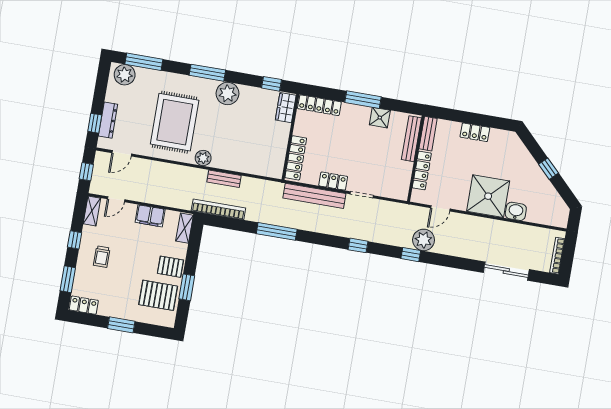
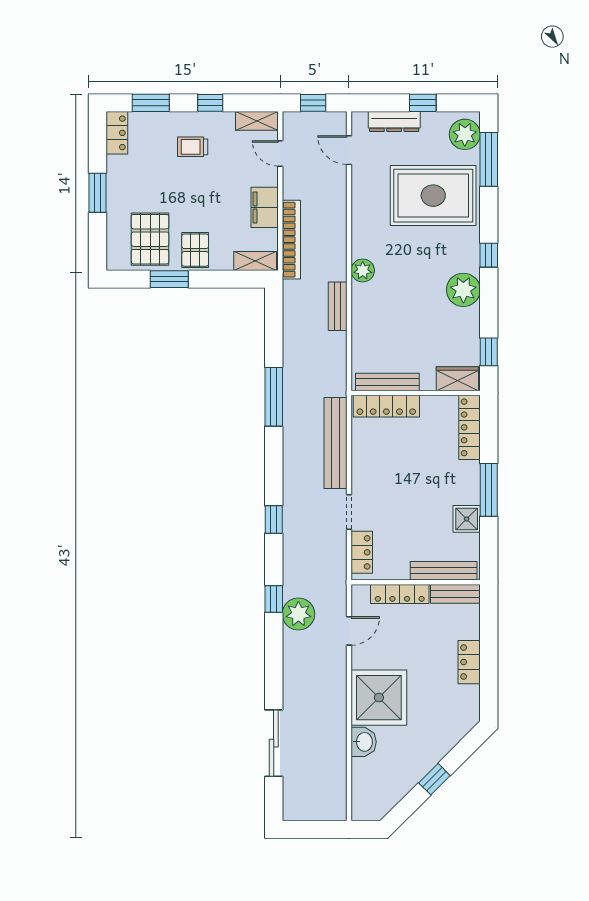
window: (207, 73) -> (489, 255), width x0.46
rug: (175, 122) -> (433, 196), moved
window: (95, 123) -> (423, 103), moved
bench: (280, 154) -> (387, 382), added
locker: (333, 181) -> (362, 552), moved
door: (440, 208) -> (349, 631), swing flipped
bookcase: (218, 209) -> (291, 240), moved
bookcase: (557, 256) -> (309, 814), removed

